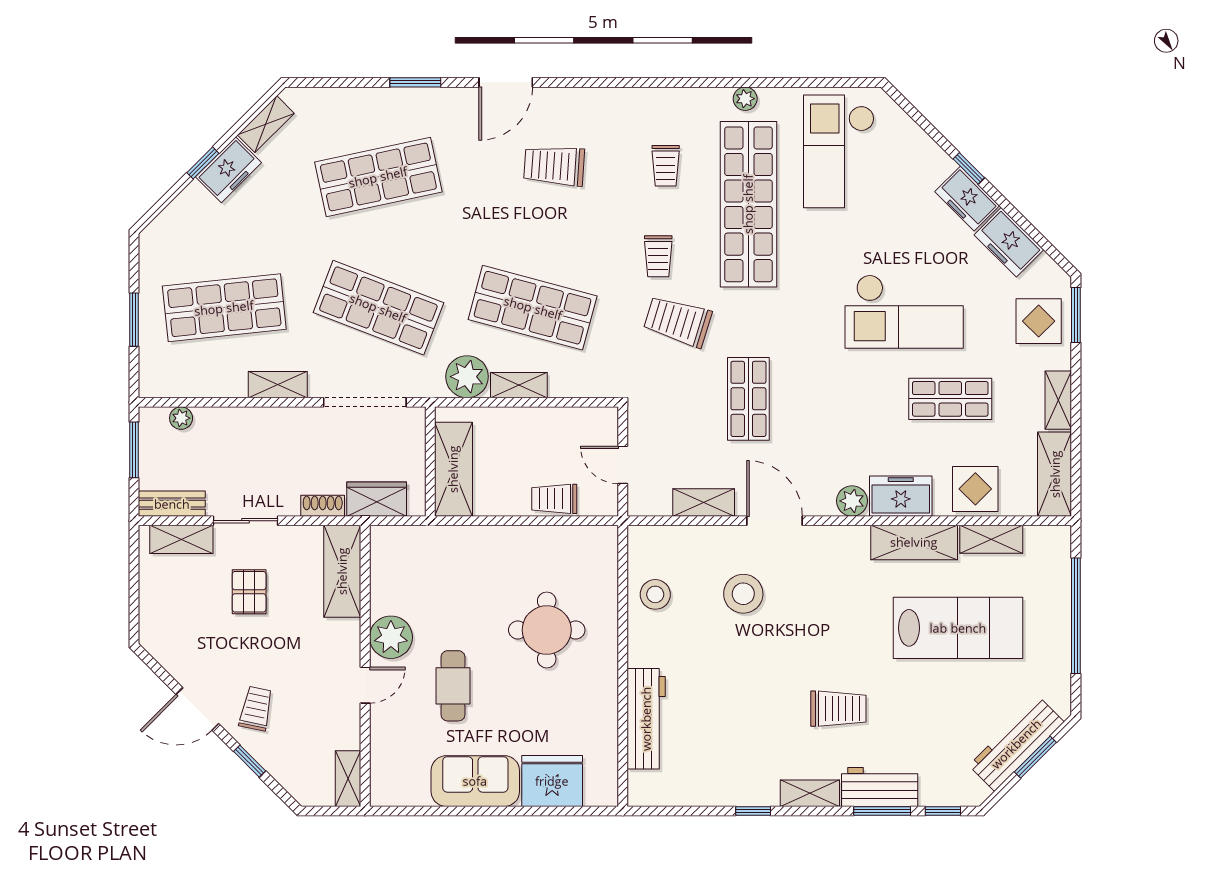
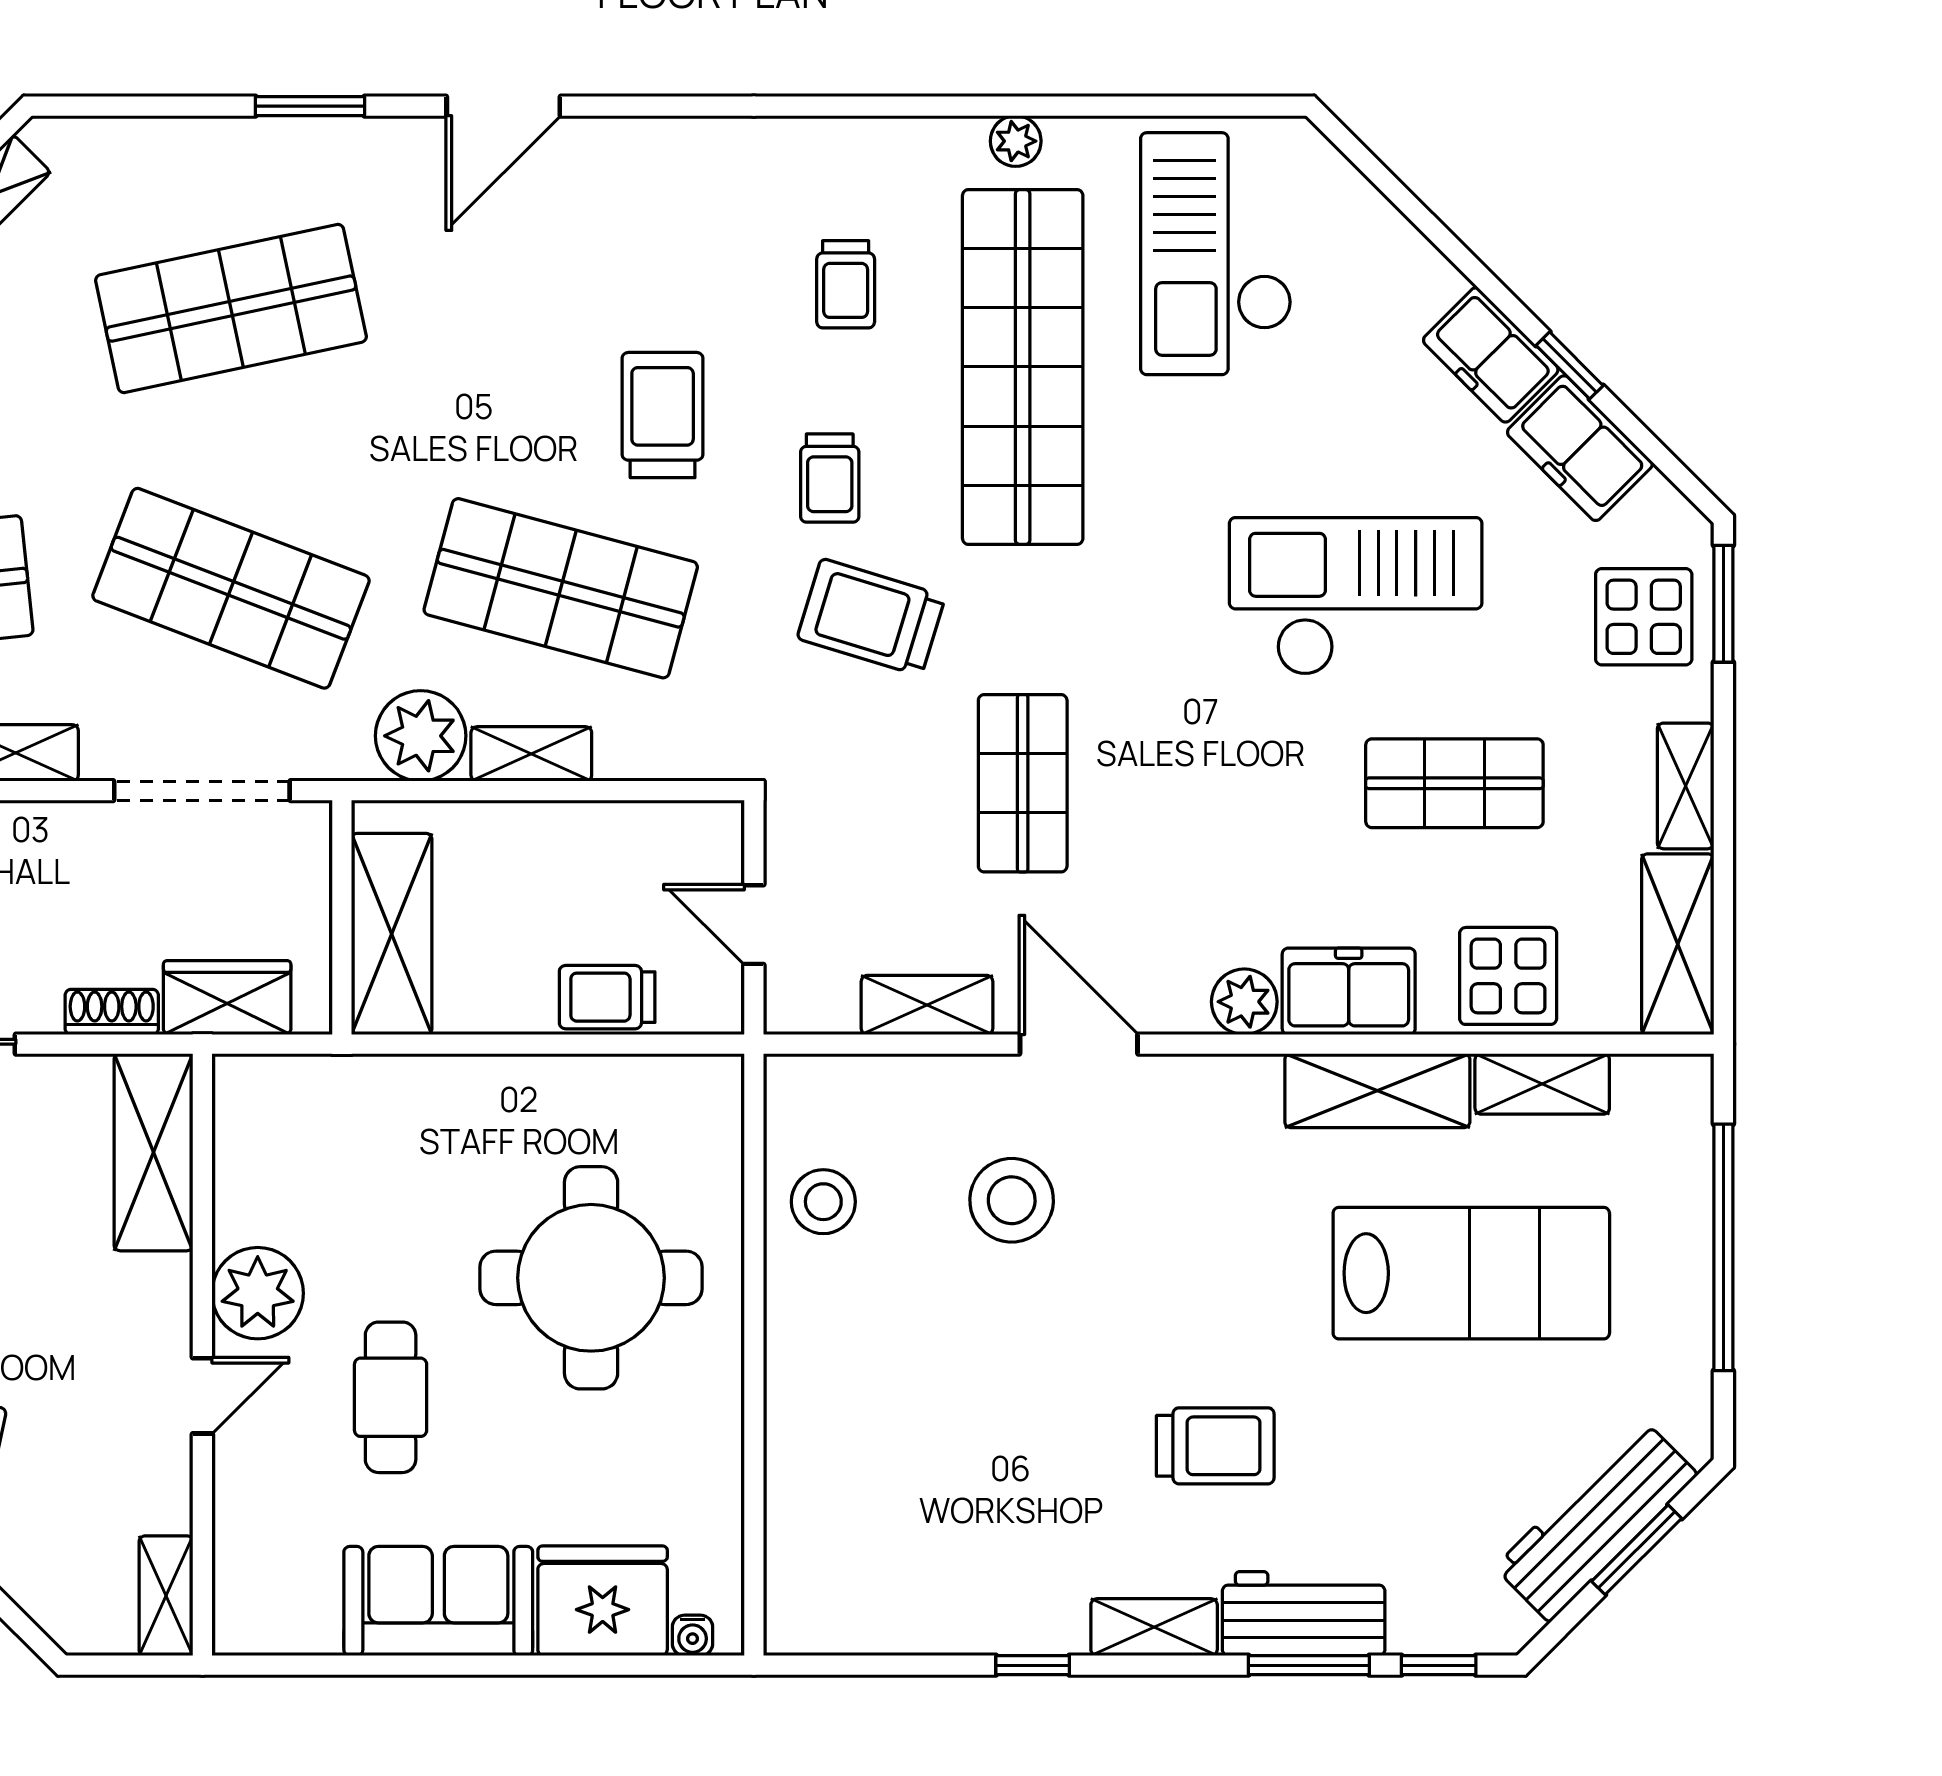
trolley: (554, 166) -> (663, 415), moved, turned 86
window: (969, 168) -> (1570, 365), moved
checkout: (904, 311) -> (1356, 596), turned 180
round table: (547, 630) -> (591, 1278), width x1.36, depth x1.36
workbench: (646, 719) -> (804, 1468), removed
water cooler: (594, 797) -> (693, 1635), added

